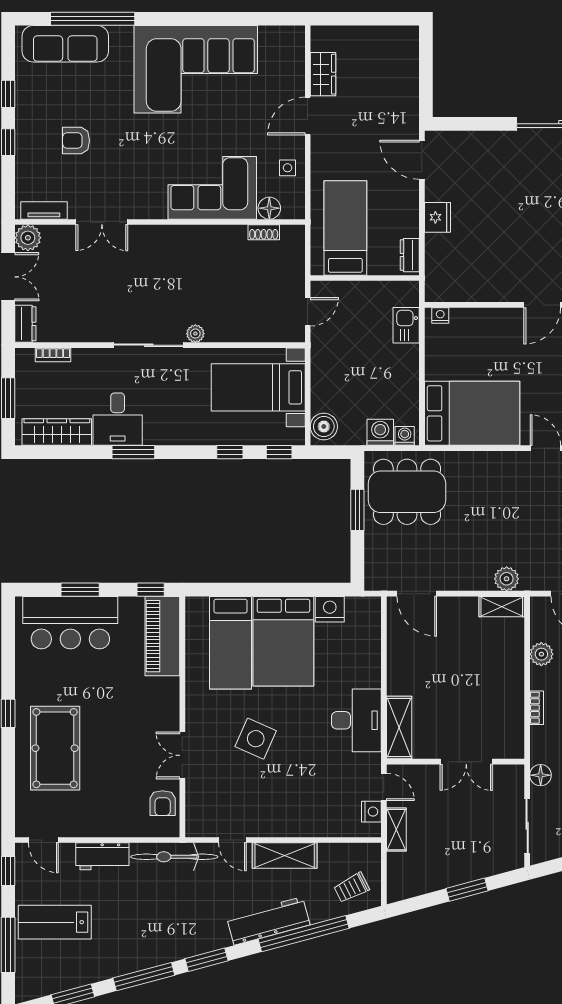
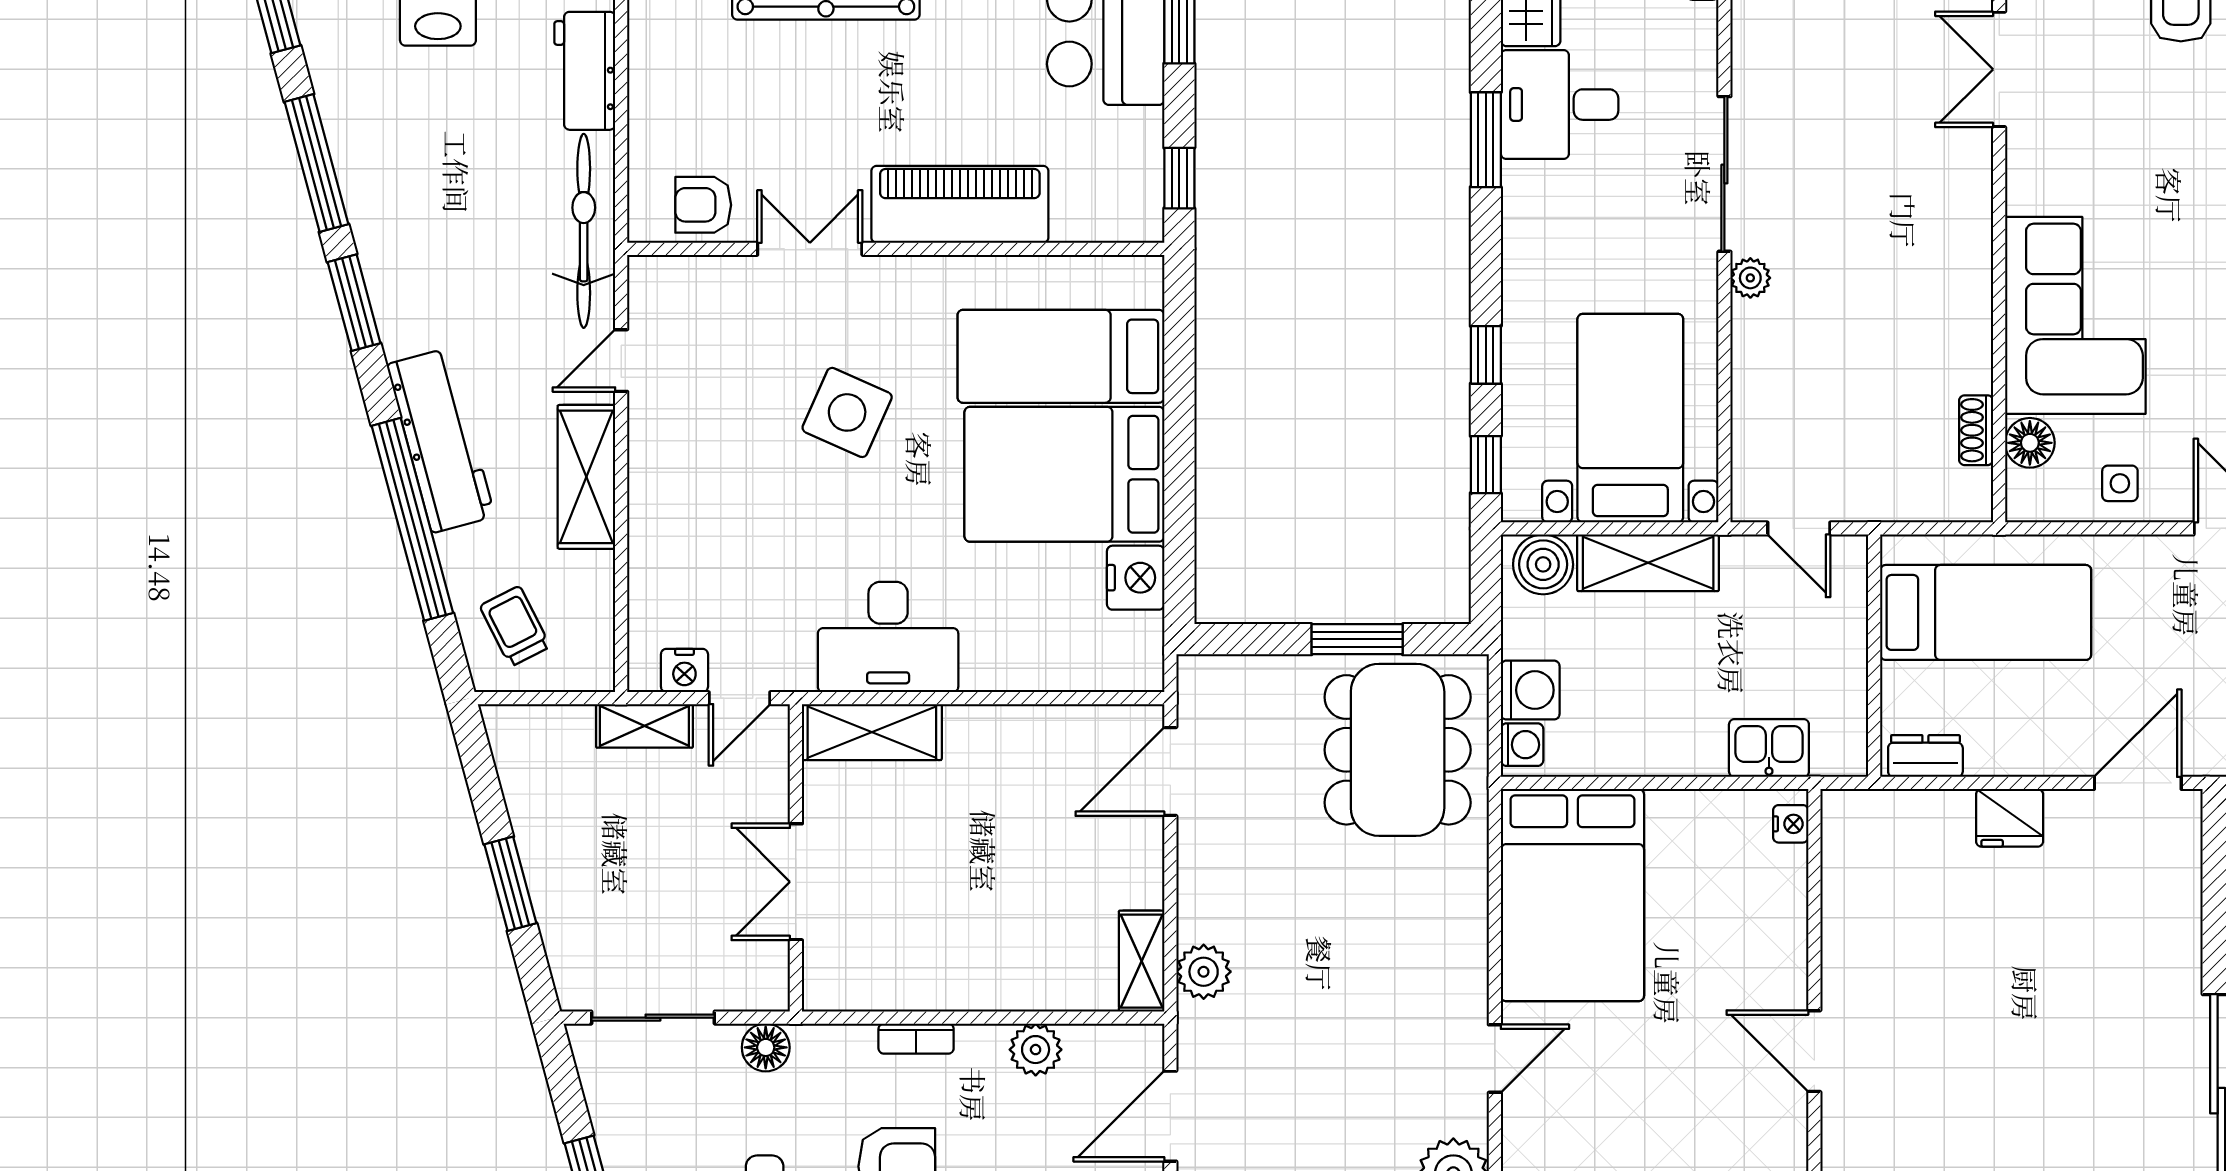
shelving: (323, 379) -> (1648, 563), added
piano: (162, 636) -> (960, 204), moved

